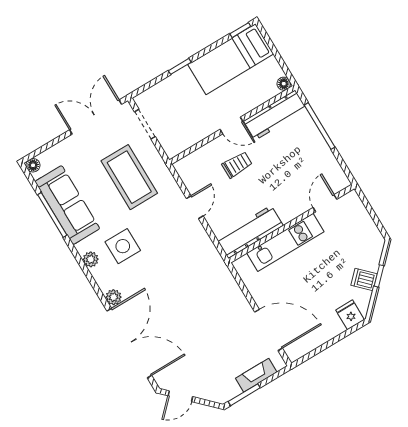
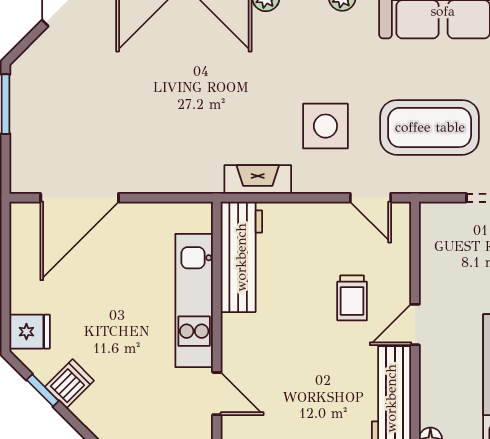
door: (195, 207) -> (371, 198), moved
side table: (123, 246) -> (325, 126), moved
window: (379, 276) -> (43, 390), moved
fireplace: (256, 375) -> (258, 179), moved, turned -90

